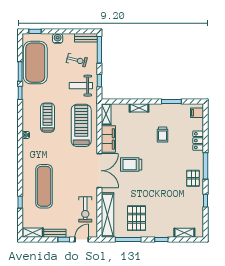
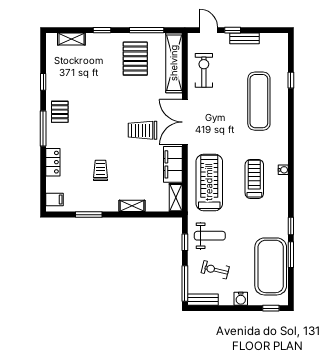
treadmill: (48, 118) -> (254, 179), moved, turned 180
treadmill: (81, 125) -> (209, 182), turned 180
trolley: (131, 165) -> (143, 130), turned 180
shelving: (33, 233) -> (274, 39), removed
door: (82, 239) -> (209, 30), swing flipped

